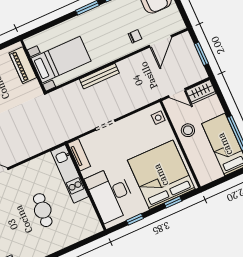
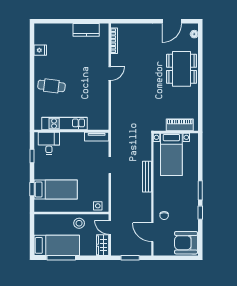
door: (177, 93) -> (110, 227), hinge flipped
kitchen unit: (70, 174) -> (64, 124), moved
bed: (161, 175) -> (56, 189), width x0.49
desk: (111, 194) -> (49, 143), width x0.53, depth x0.77
cafe table: (43, 210) -> (51, 86), moved

